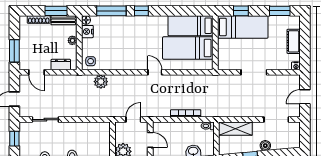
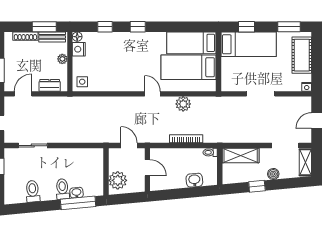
window: (111, 11) -> (105, 27), width x0.46
cot: (294, 41) -> (302, 55), width x1.37, depth x1.34
door: (37, 72) -> (23, 94), swing flipped
plant: (101, 82) -> (183, 104), moved
door: (133, 120) -> (129, 146), hinge flipped
shelving: (295, 135) -> (305, 162), added

